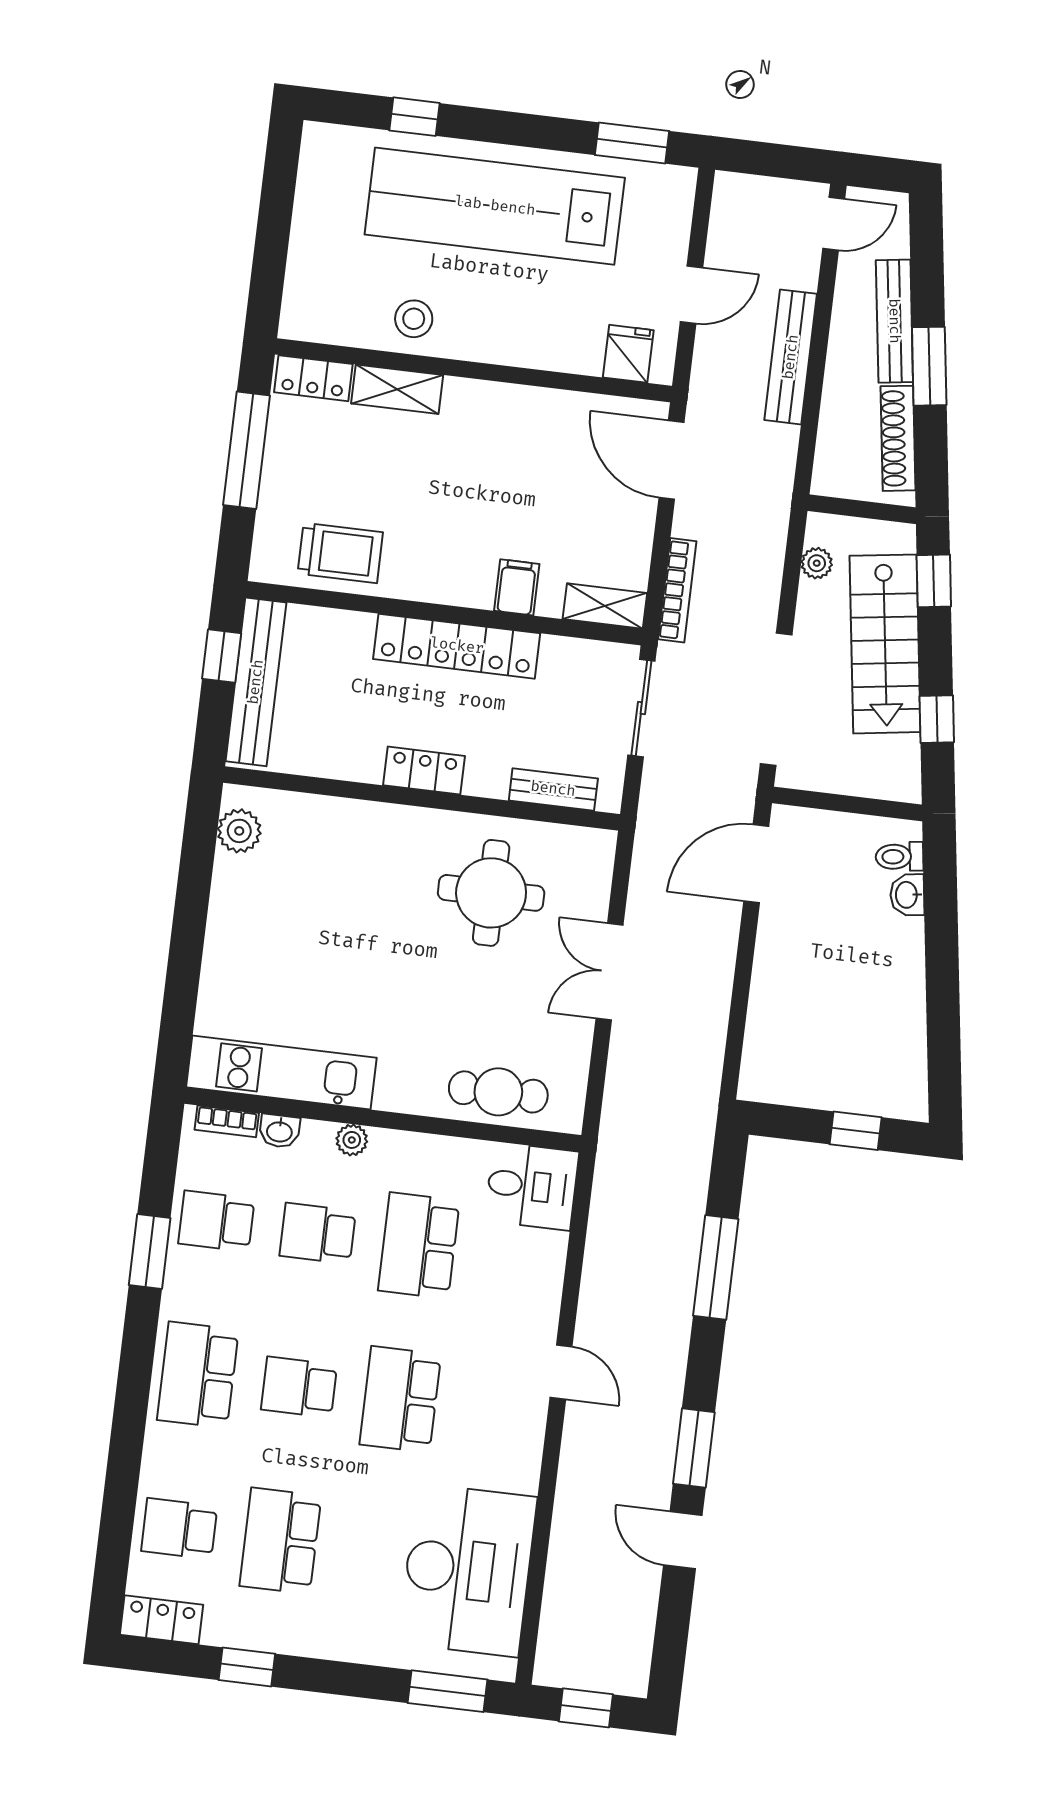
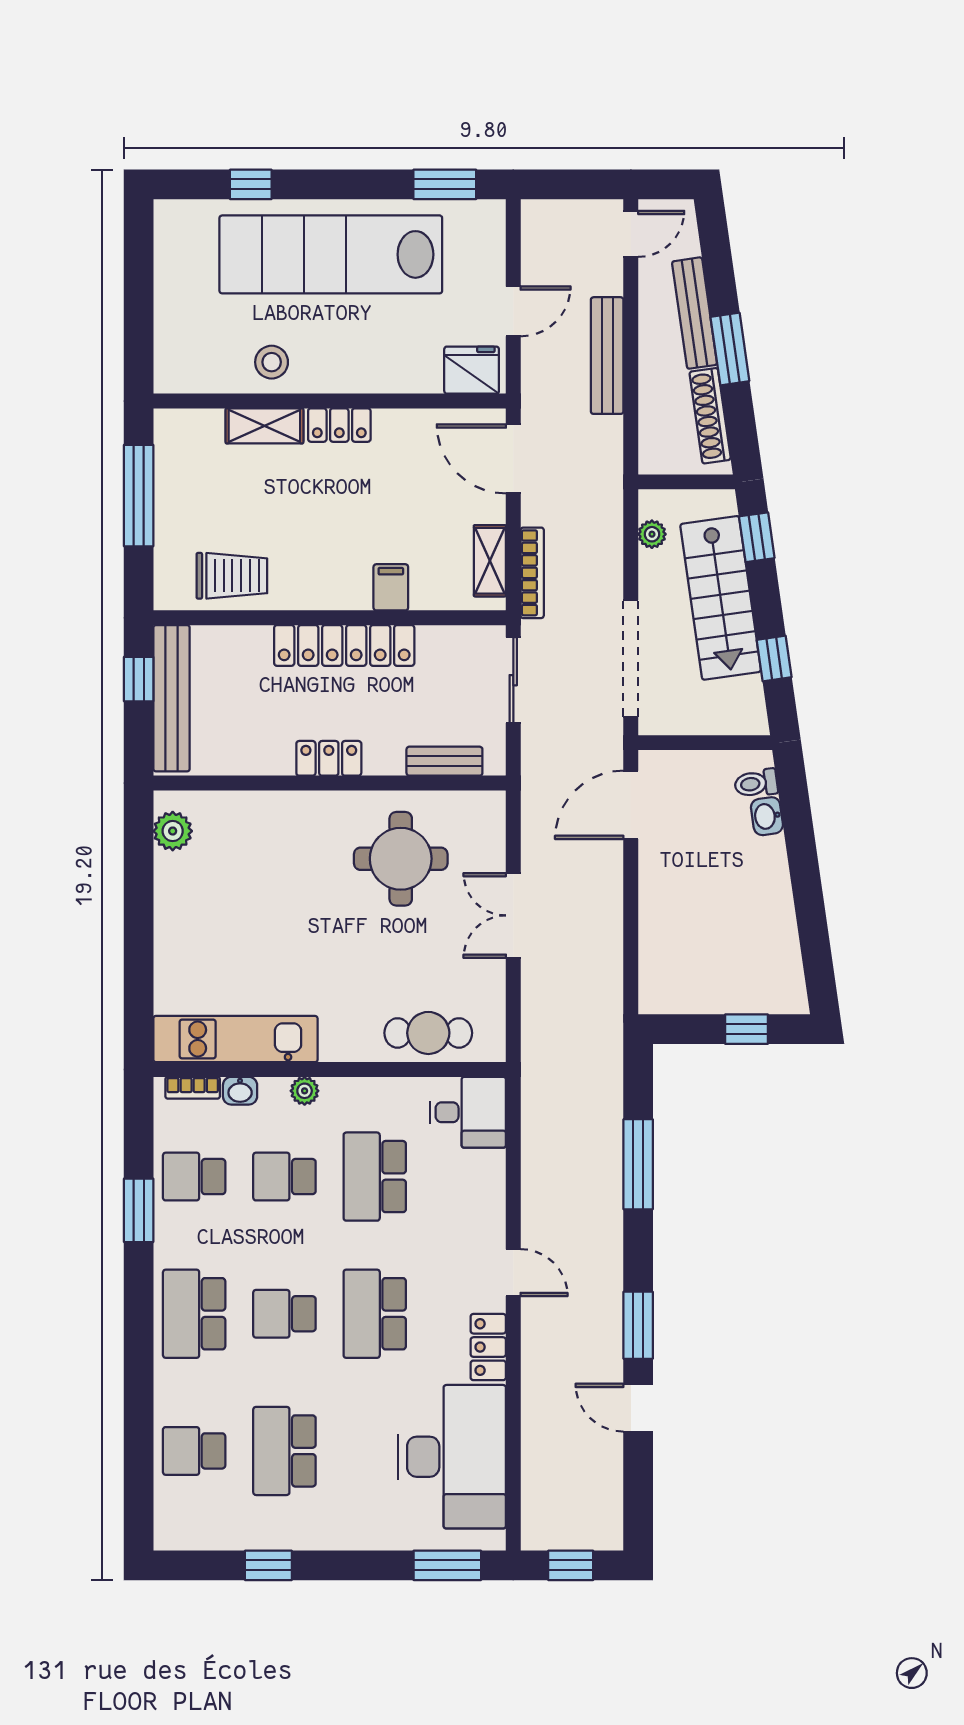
fridge: (628, 354) -> (472, 370), width x1.38
locker: (313, 378) -> (339, 425), moved
shelving: (605, 606) -> (490, 561), moved, turned 90
locker: (162, 1620) -> (488, 1347), moved, turned -90

